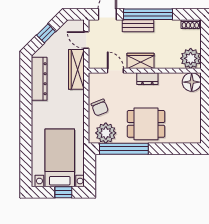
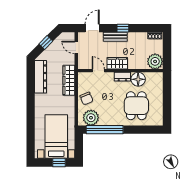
window: (148, 14) -> (123, 28), width x0.32
wardrobe: (76, 69) -> (69, 80), moved
floor lamp: (192, 82) -> (138, 79), moved
dining table: (146, 124) -> (136, 106), moved, turned 90

